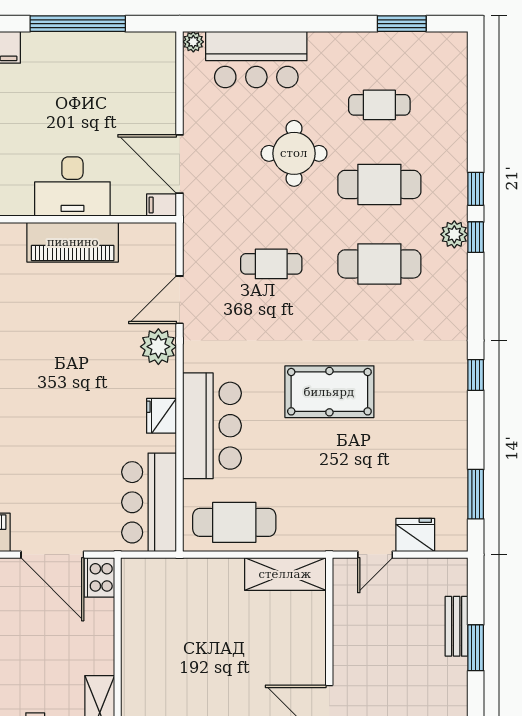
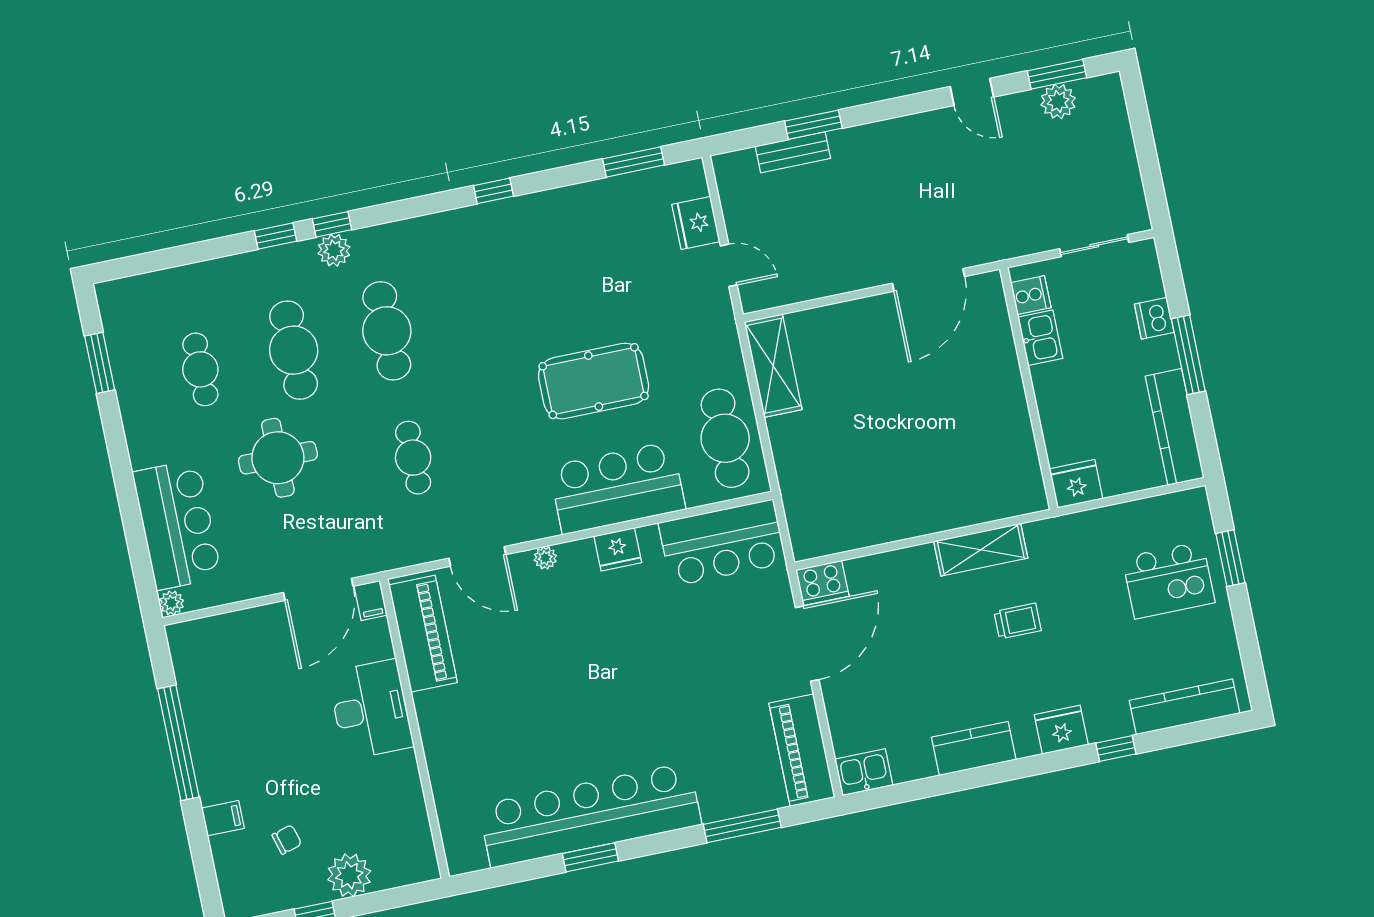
piano: (73, 242) -> (423, 634), moved
plant: (158, 347) -> (545, 558), width x0.53, depth x0.53
pool table: (329, 392) -> (594, 381), moved, turned 90

